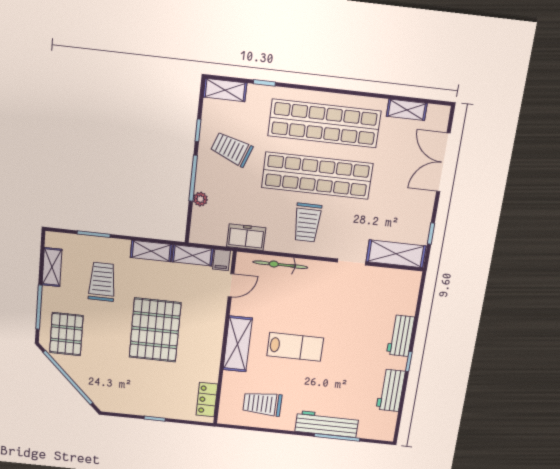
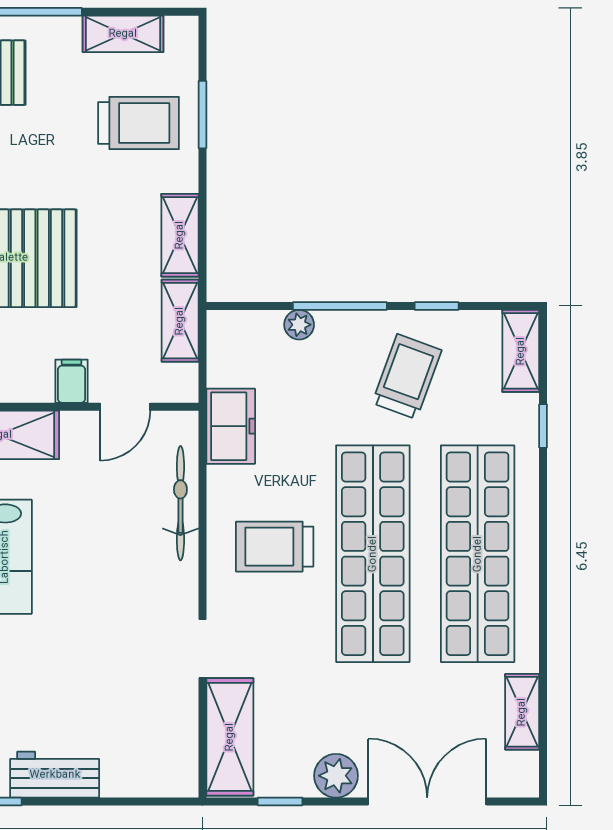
plant: (423, 205) -> (336, 776), added
filing cabinet: (221, 260) -> (71, 381), moved, turned 90
trolley: (102, 282) -> (139, 123), moved
door: (231, 285) -> (125, 407), hinge flipped

